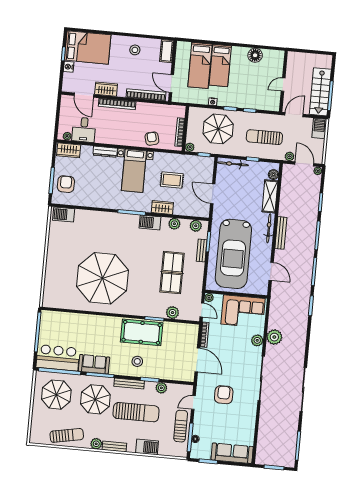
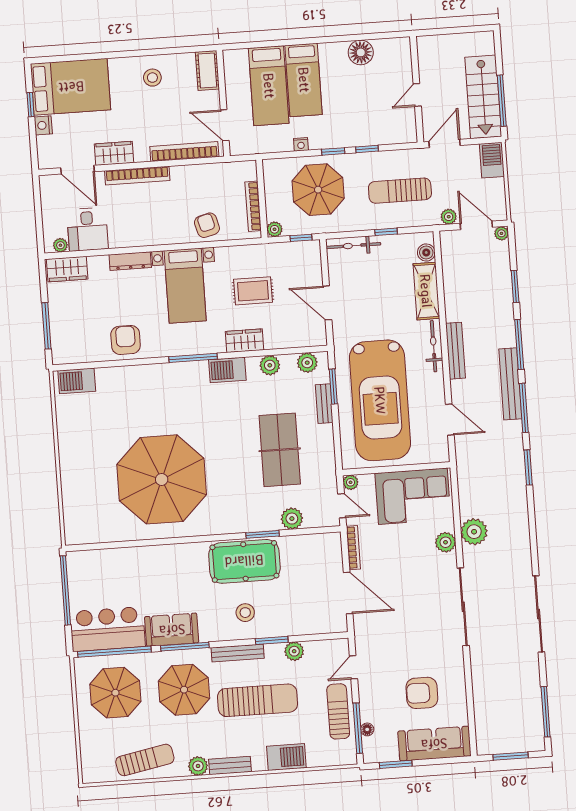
armchair: (66, 184) -> (126, 340), moved
bench: (309, 257) -> (510, 384), added
armchair: (224, 395) -> (422, 693), moved, turned -90

